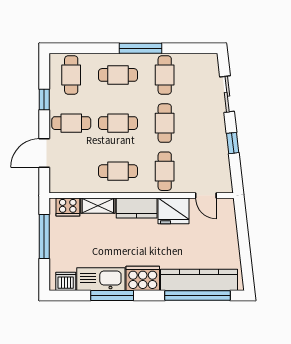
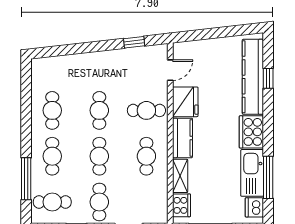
window: (141, 48) -> (26, 179), moved
cafe table: (165, 75) -> (52, 110), turned 90
sliding door: (227, 94) -> (71, 49), removed
cafe table: (165, 123) -> (99, 110), turned 90
window: (233, 143) -> (134, 42), moved
window: (112, 295) -> (268, 177), moved
window: (197, 295) -> (268, 78), width x0.32

